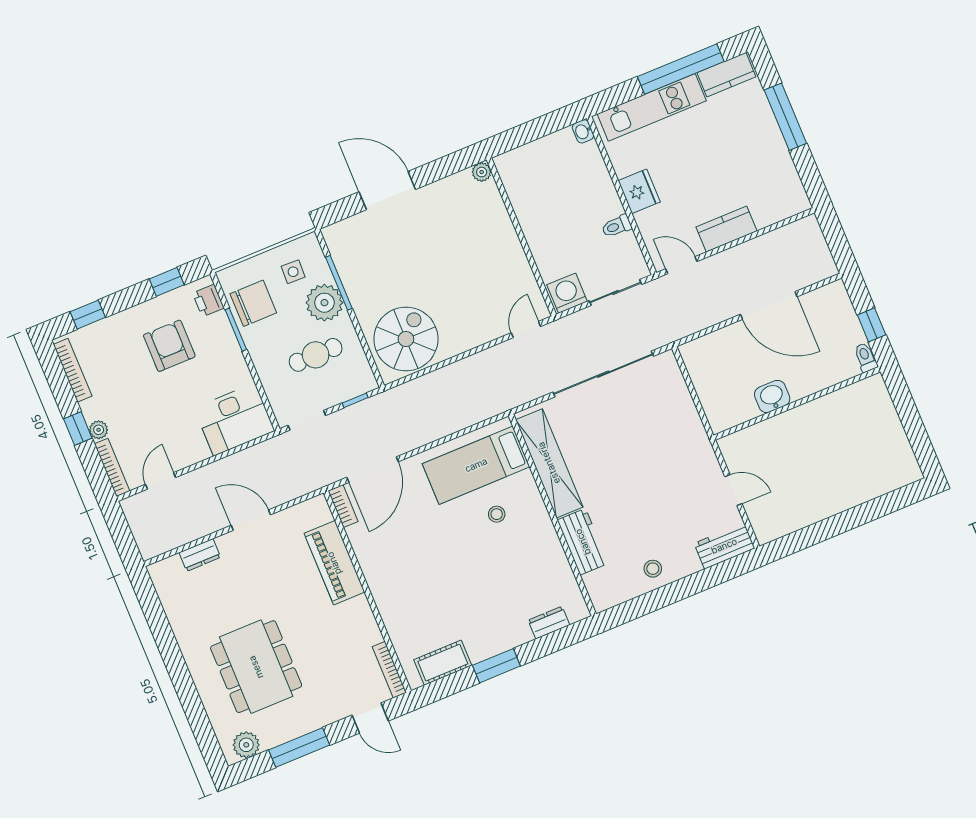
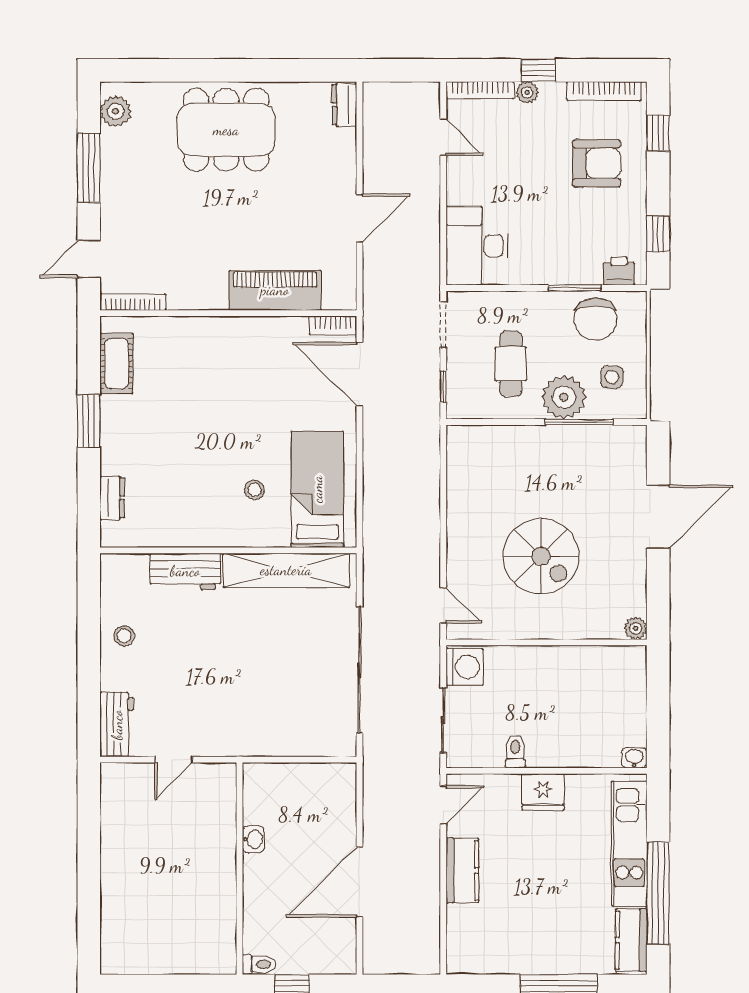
spiral stairs: (406, 339) -> (541, 556), moved
armchair: (169, 346) -> (597, 163), moved
washbasin: (772, 396) -> (253, 839), width x0.72, depth x0.69
dresser: (200, 555) -> (344, 105), moved
dining table: (256, 667) -> (226, 130), moved

